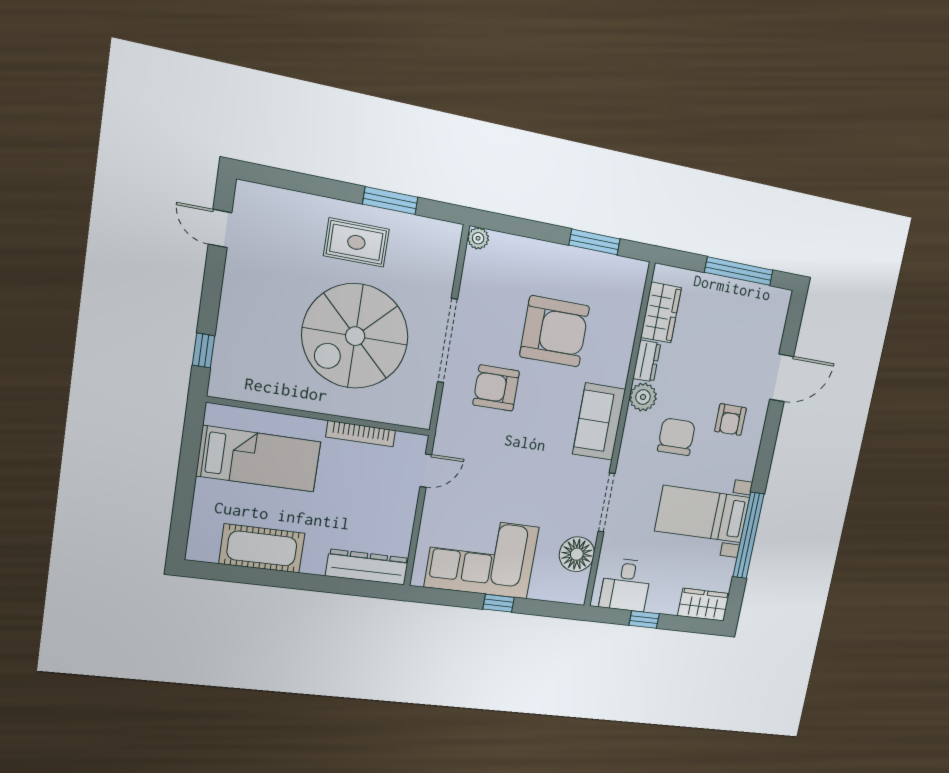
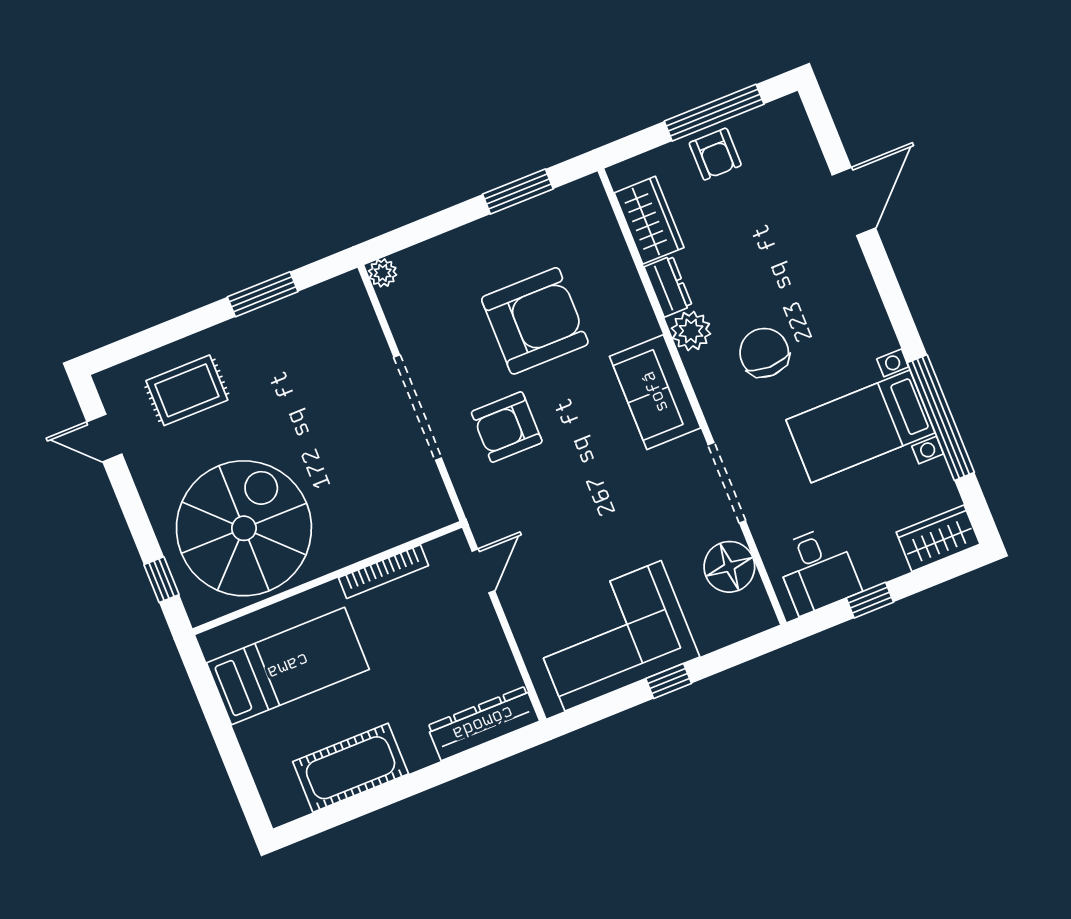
rug: (356, 242) -> (187, 390), moved
spiral stairs: (355, 336) -> (244, 528), moved, turned 180
armchair: (730, 420) -> (715, 154), moved

